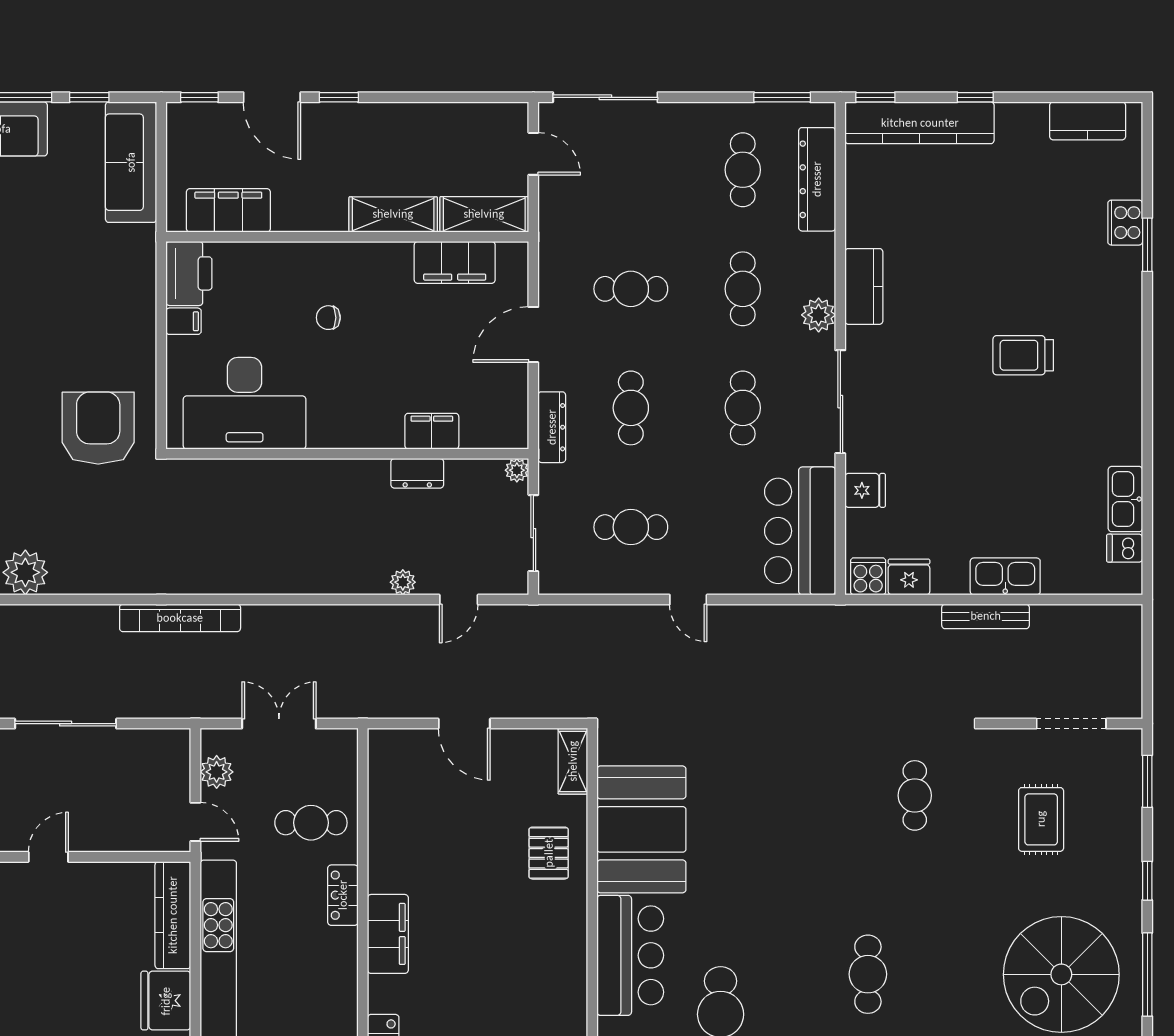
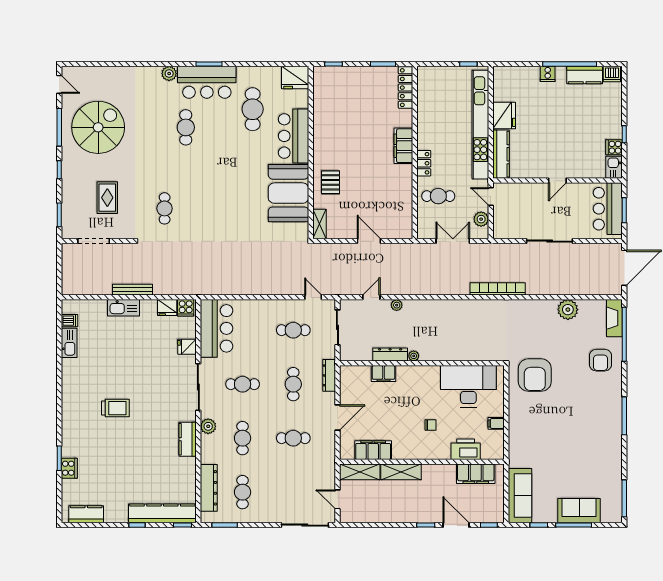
printer: (189, 273) -> (466, 449), moved, turned 90
cafe table: (743, 408) -> (243, 384), turned 90
plant: (517, 470) -> (414, 356), moved
dresser: (417, 473) -> (390, 355), width x1.44
door: (688, 600) -> (313, 297), moved
double door: (279, 724) -> (453, 241), swing flipped

